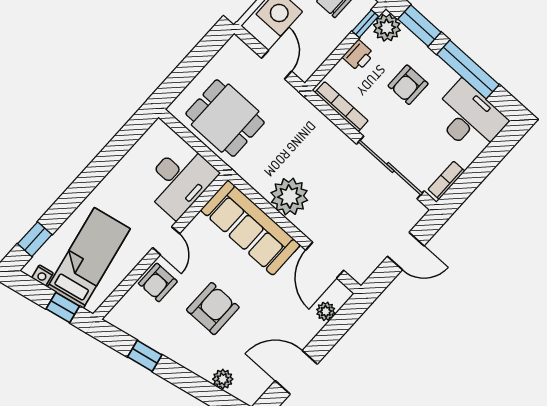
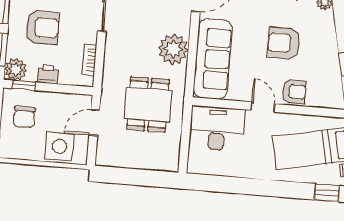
armchair: (408, 85) -> (42, 28), width x1.38, depth x1.38
bookcase: (341, 107) -> (89, 60), width x0.64
dining table: (225, 118) -> (148, 104), moved
door: (166, 241) -> (263, 107), hinge flipped

